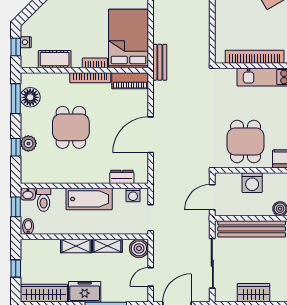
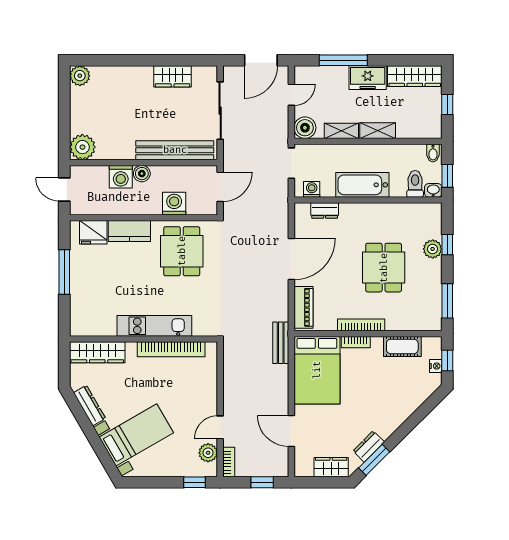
piano: (130, 81) -> (303, 307), moved, turned 90
floor lamp: (30, 97) -> (431, 302), removed

